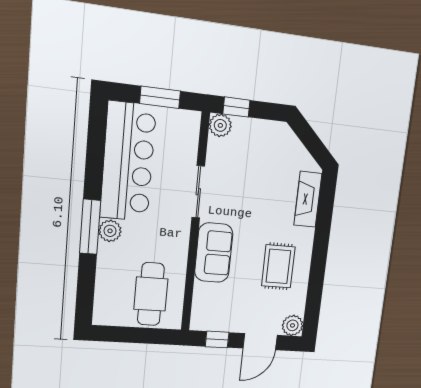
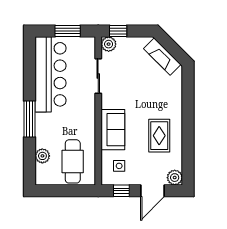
sliding door: (198, 192) -> (98, 76), moved
fireplace: (308, 199) -> (162, 57), moved, turned -45
plant: (110, 231) -> (42, 156), moved
side table: (218, 305) -> (119, 166), added

